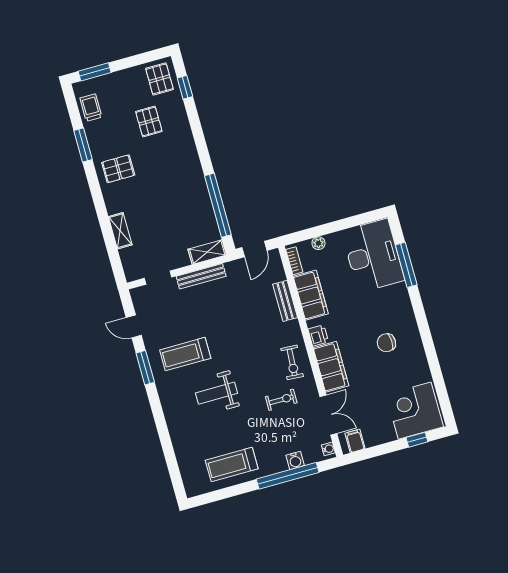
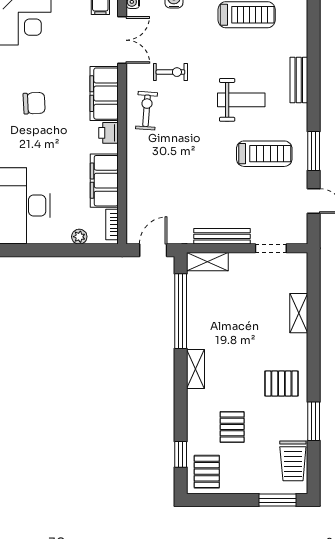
trolley: (91, 108) -> (293, 461), width x1.36, depth x1.39
shelving: (192, 161) -> (196, 369), added
bench: (285, 301) -> (299, 80), moved
exercise bike: (281, 400) -> (170, 72), turned 180
double door: (328, 415) -> (122, 40), swing flipped

